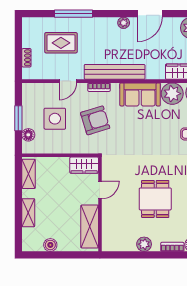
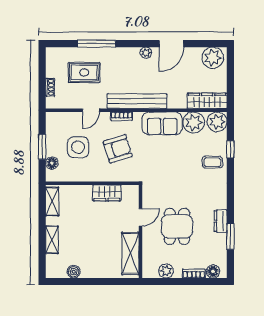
door: (100, 190) -> (140, 217), moved
wall: (100, 204) -> (140, 231), moved
shelving: (90, 227) -> (130, 253), moved

